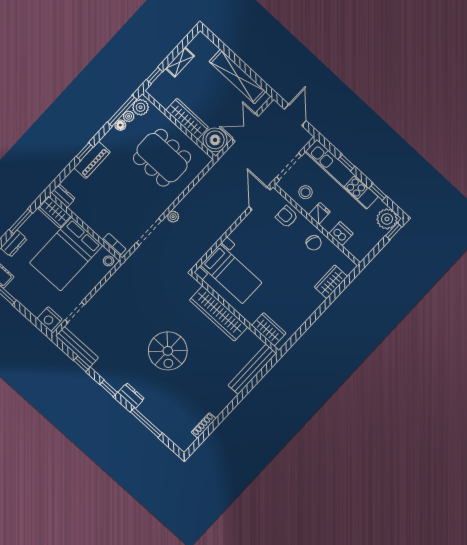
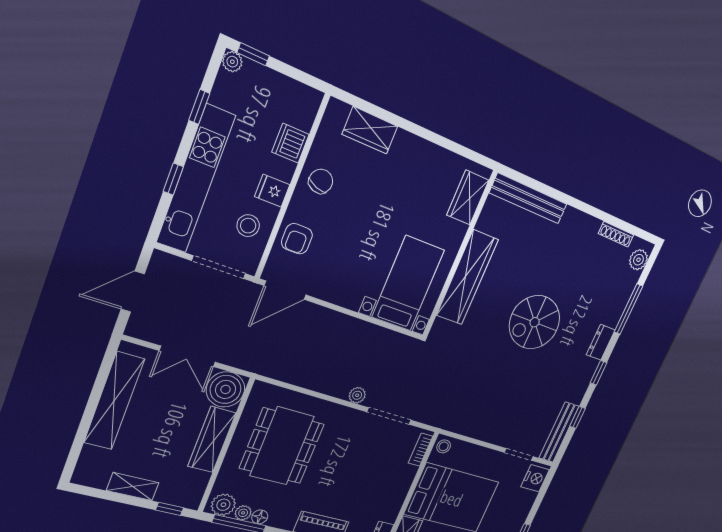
plant: (387, 219) -> (232, 62), width x0.53, depth x0.53
spiral stairs: (168, 351) -> (535, 322), turned 180
plant: (179, 438) -> (638, 260), added

